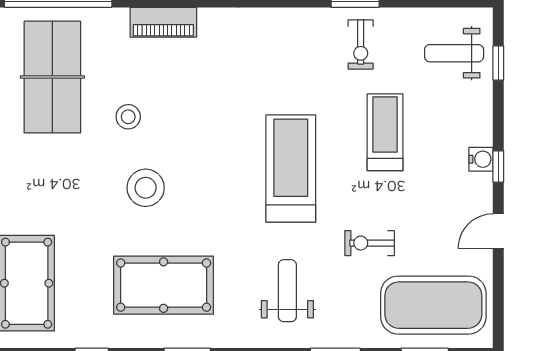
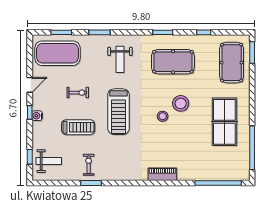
piano: (163, 22) -> (162, 174), moved
table tennis table: (52, 77) -> (224, 122), moved
stool: (128, 117) -> (163, 116), moved
treadmill: (385, 132) -> (78, 127), turned -90
exercise bike: (370, 243) -> (78, 93), moved

